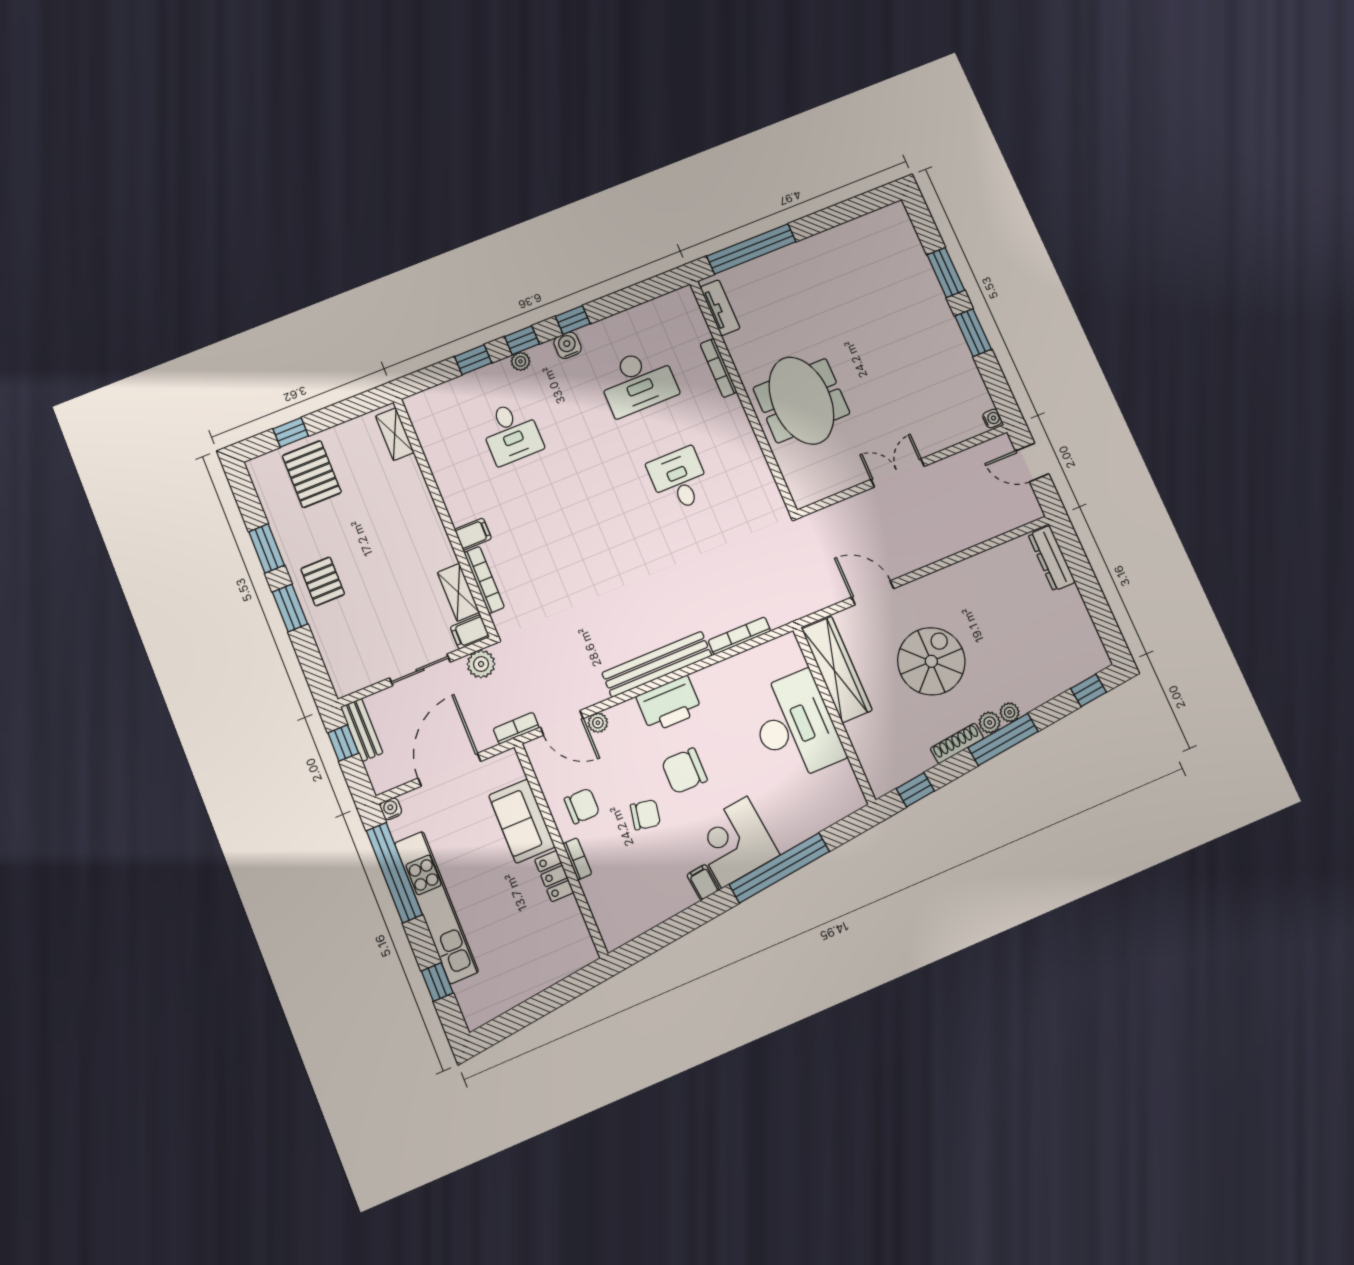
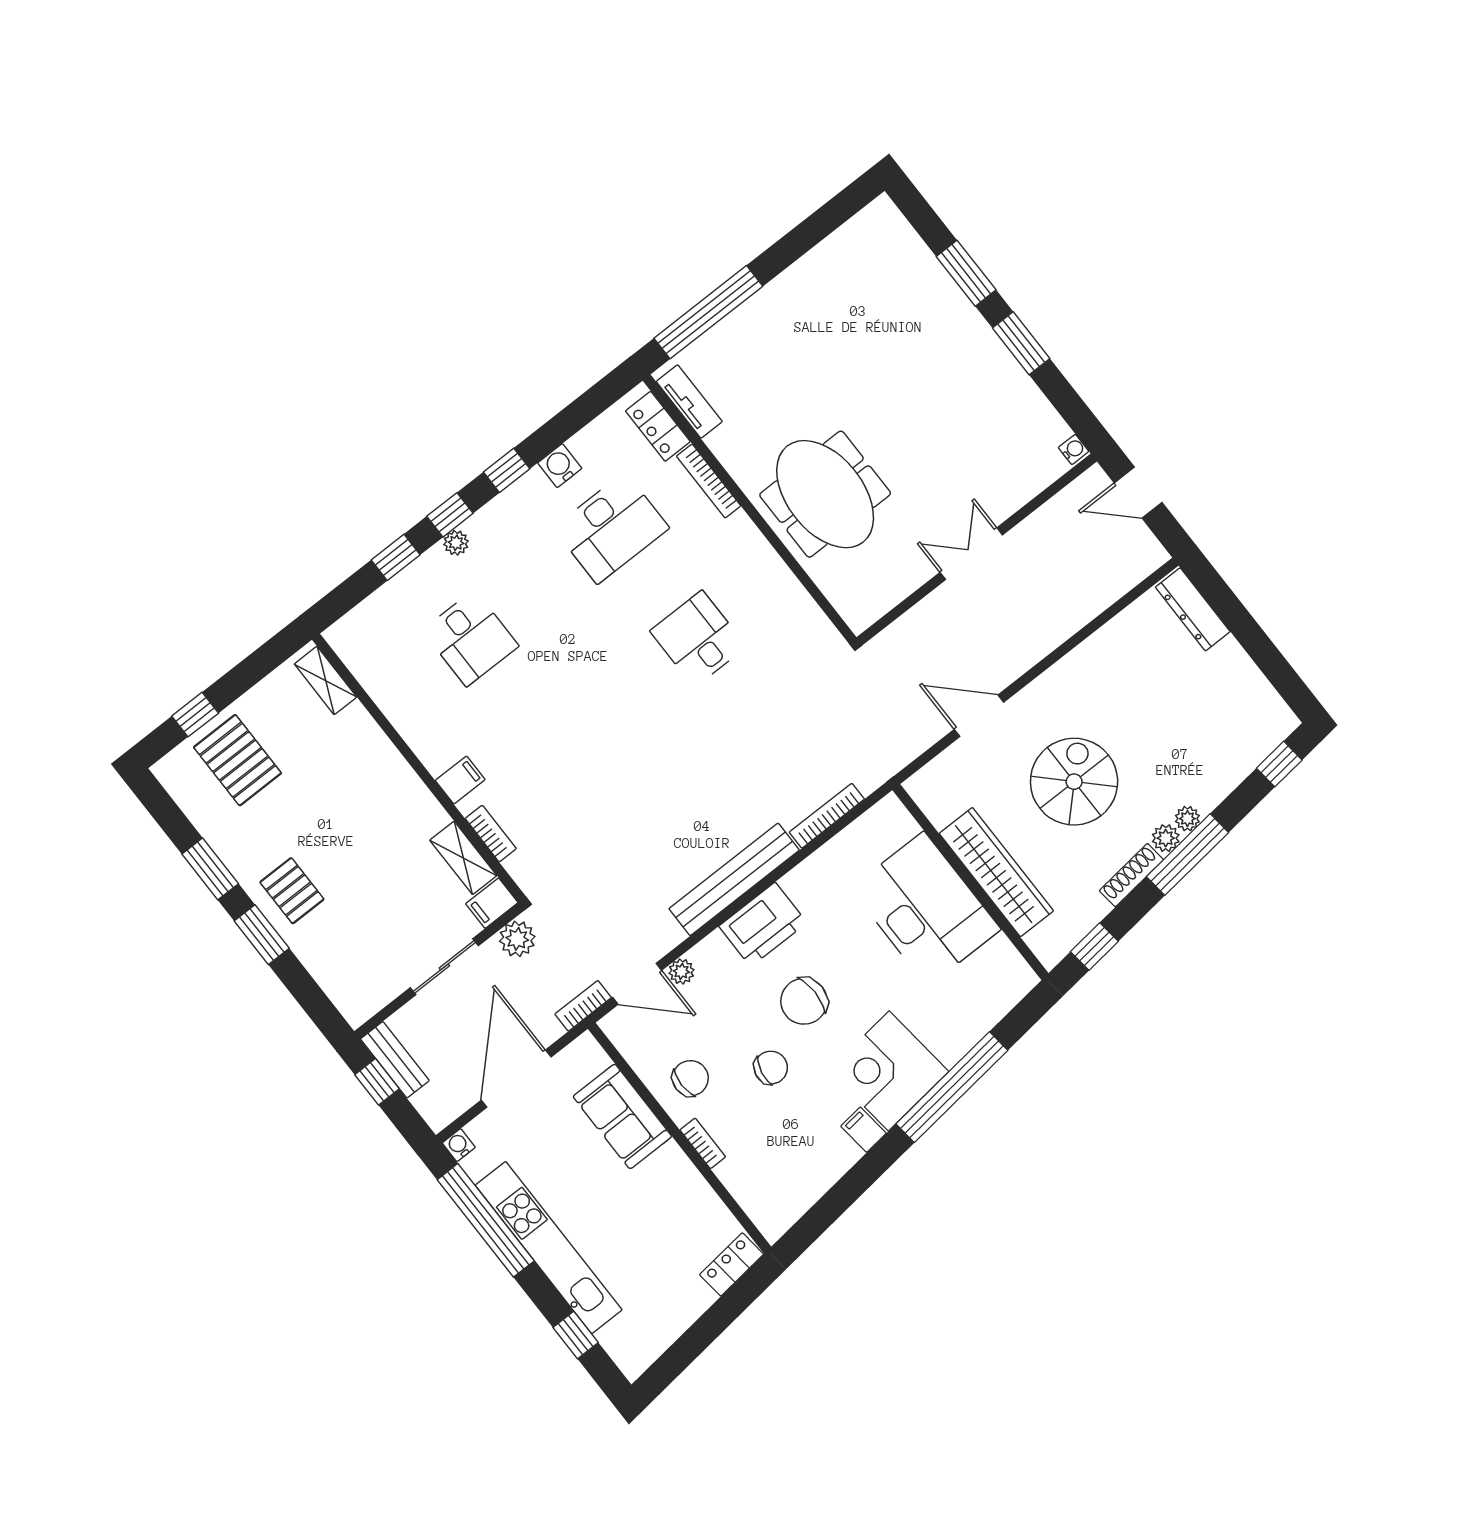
locker: (692, 319) -> (658, 426), added
water cooler: (568, 345) -> (560, 466), moved
bookcase: (484, 580) -> (491, 834), width x0.64
wardrobe: (837, 669) -> (996, 872), moved
locker: (554, 876) -> (732, 1264), moved, turned 83

